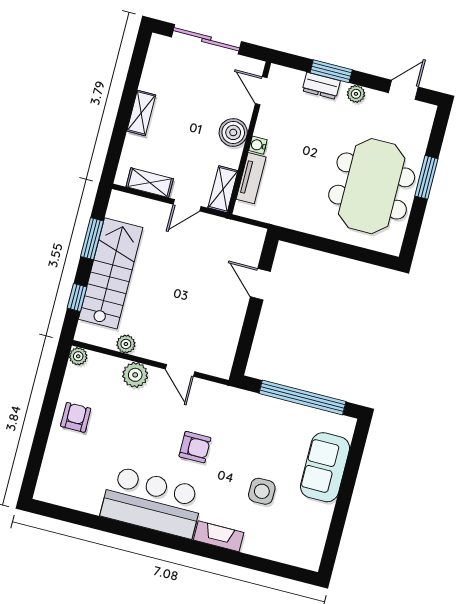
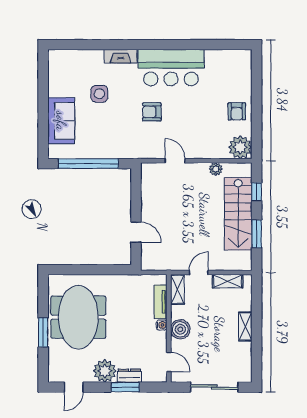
plant: (356, 94) -> (105, 371), width x1.87, depth x1.87
plant: (78, 356) -> (240, 147), width x1.87, depth x1.87
plant: (135, 375) -> (204, 150), removed

